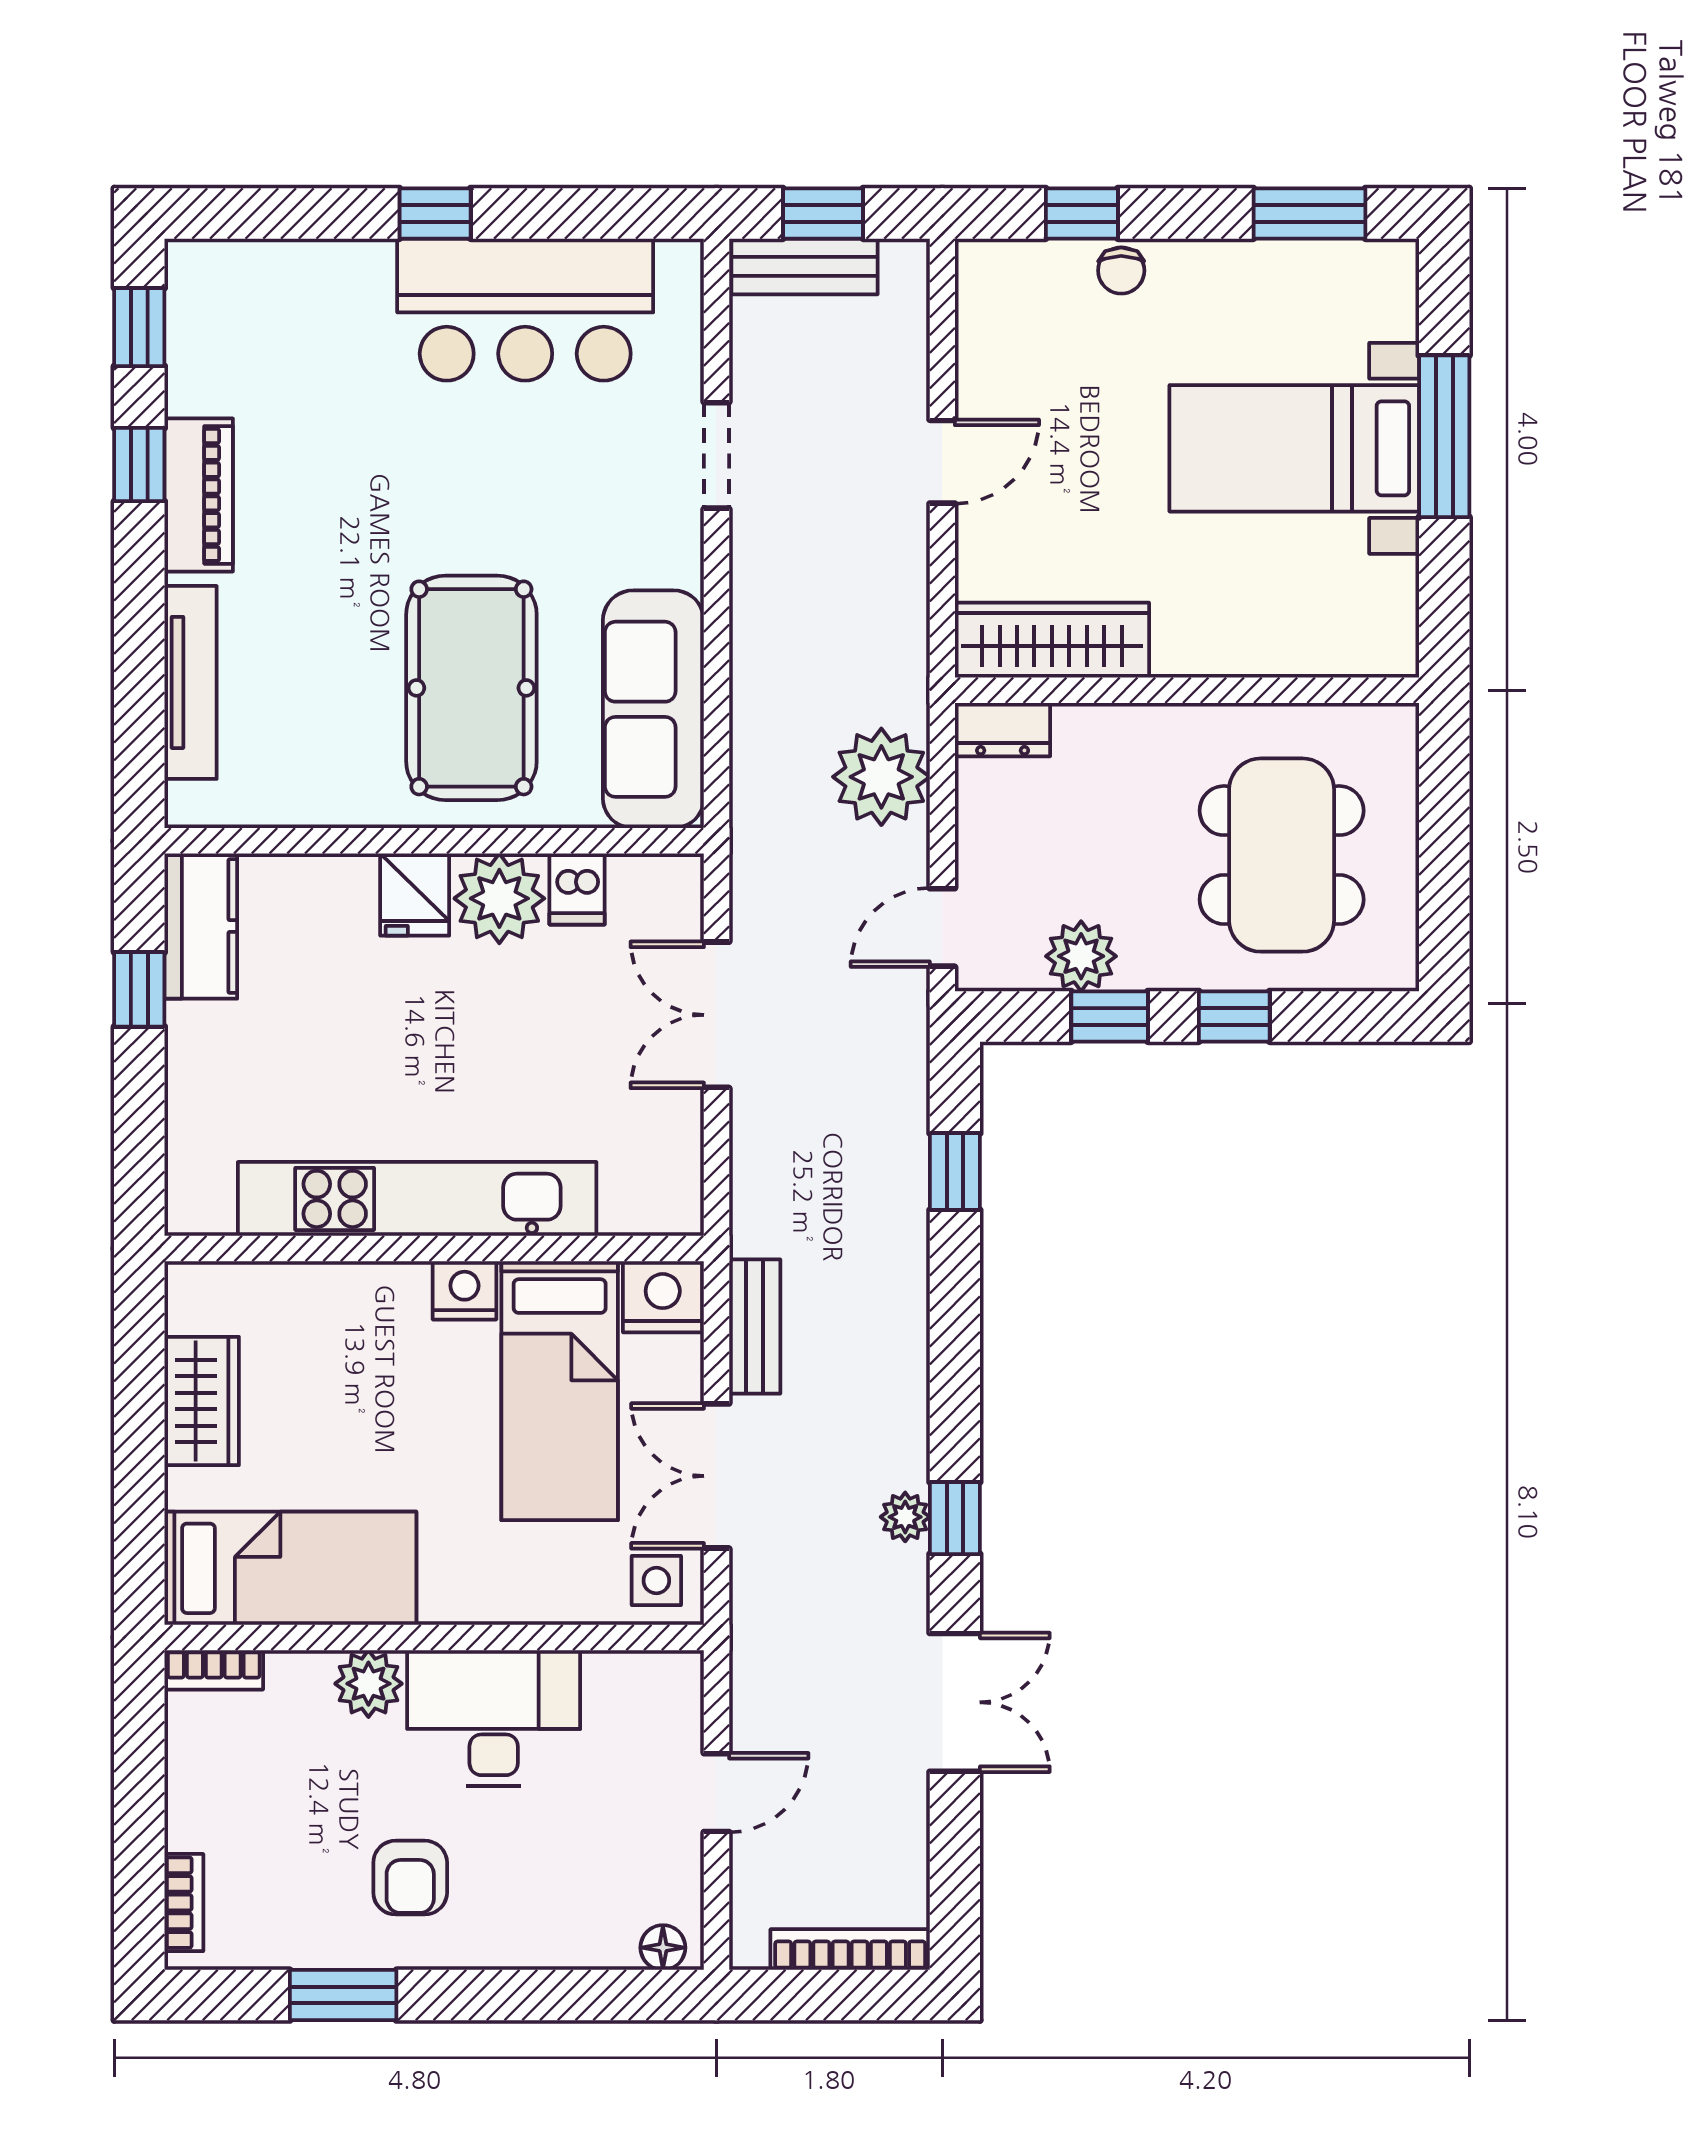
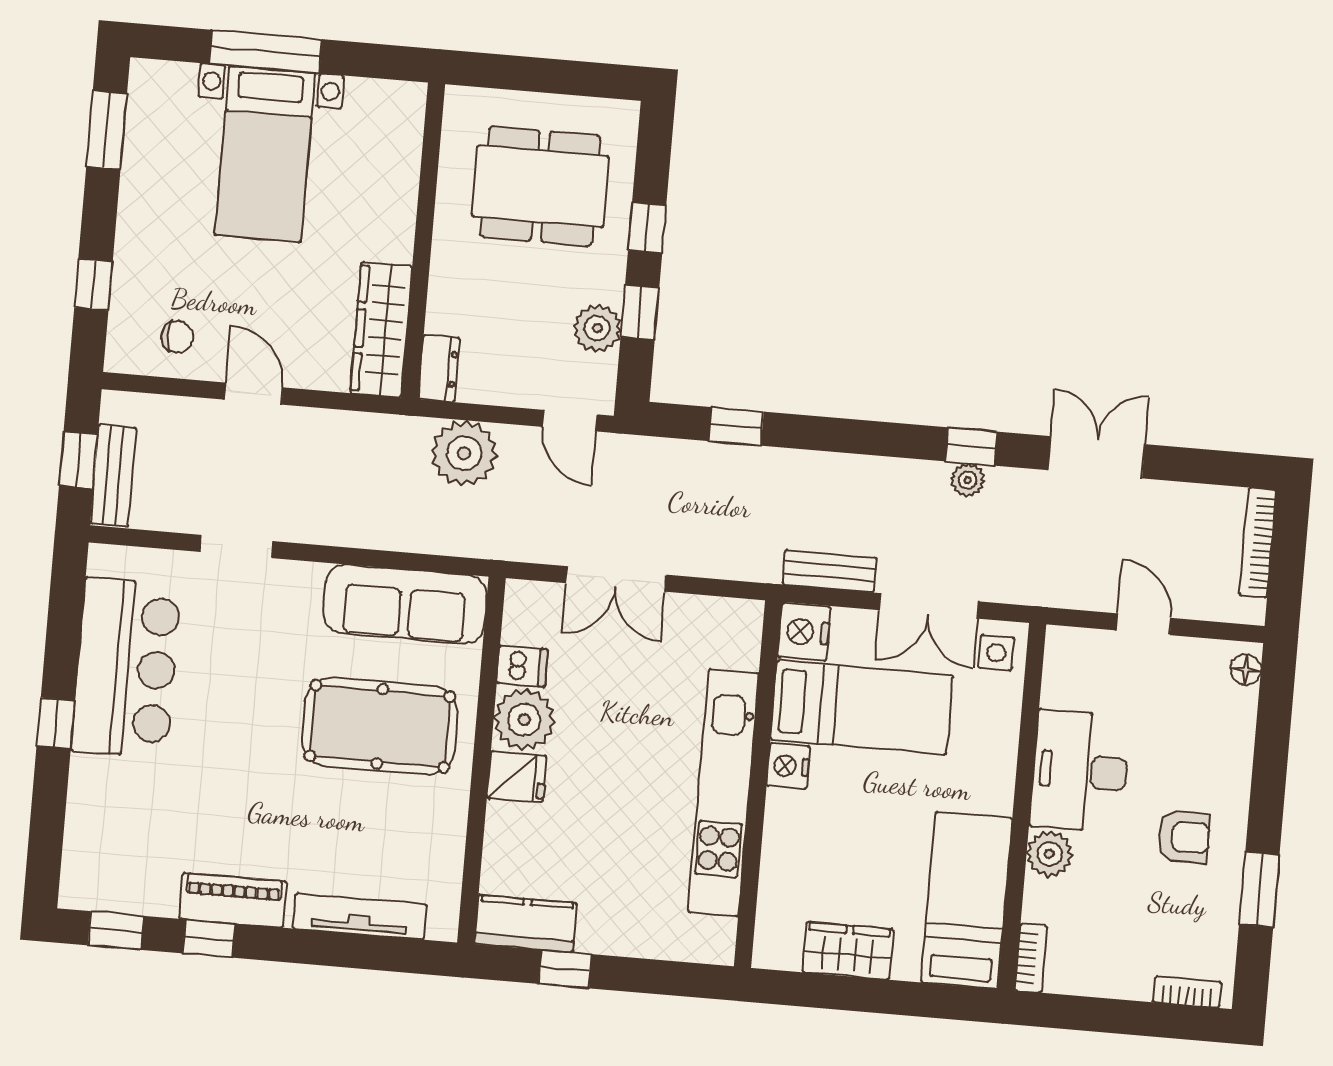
chair: (1121, 271) -> (177, 337), moved

